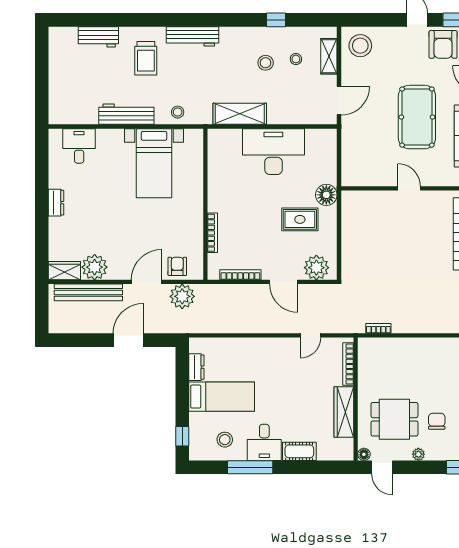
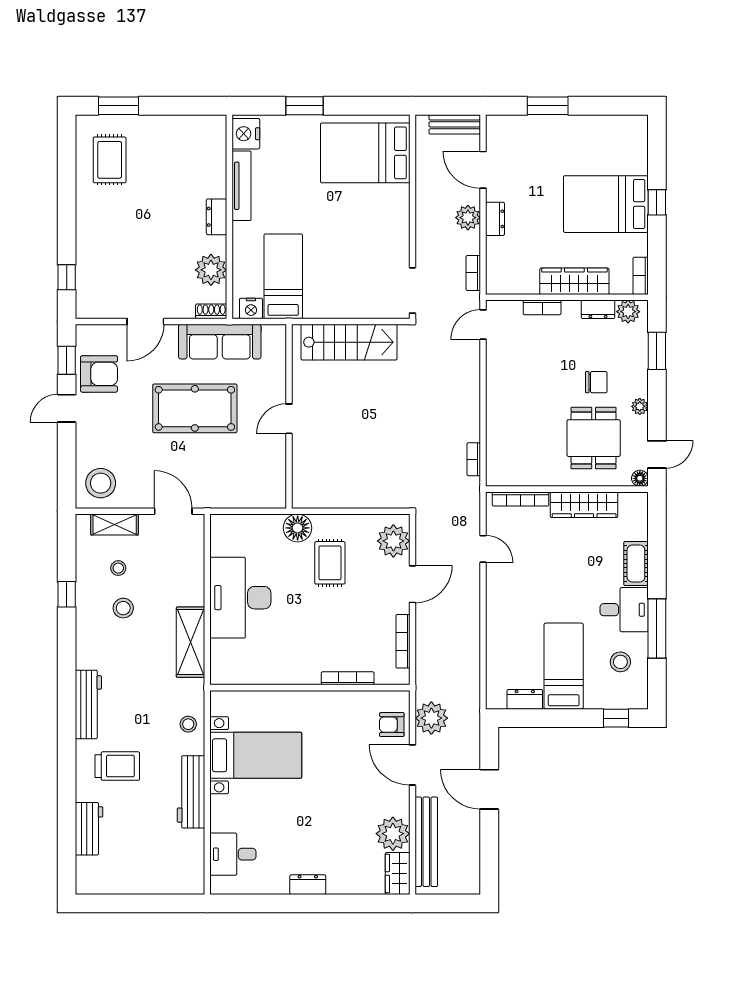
chair: (437, 421) -> (596, 382), turned 180

